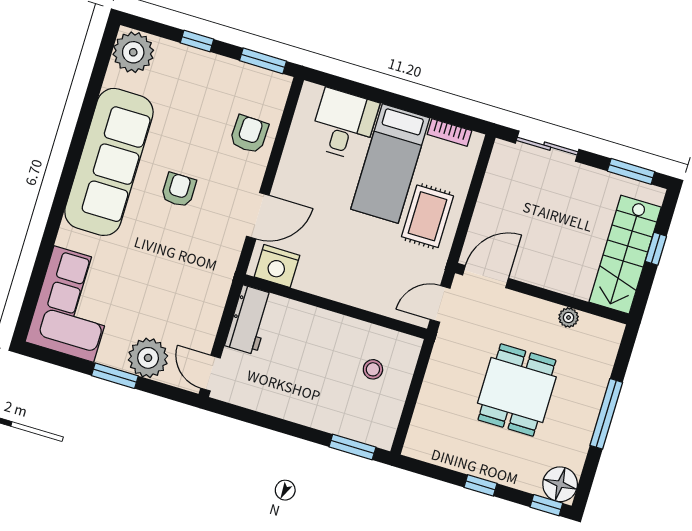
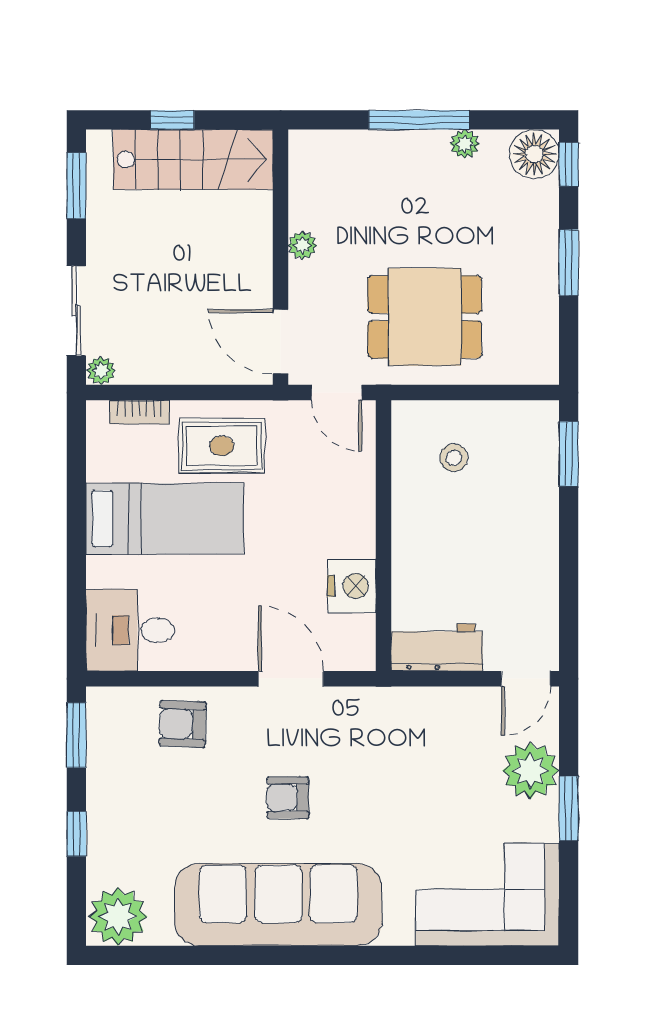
desk: (344, 124) -> (130, 630), moved
bookcase: (449, 132) -> (139, 412), moved, turned 90
plant: (502, 151) -> (101, 371), added
nightstand: (277, 266) -> (352, 586), moved
plant: (569, 318) -> (302, 245), moved
dining table: (517, 390) -> (425, 317), moved
plant: (581, 440) -> (465, 144), added
window: (481, 485) -> (569, 263), width x1.50

